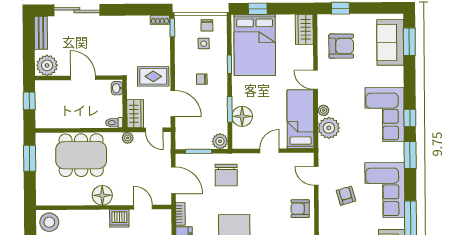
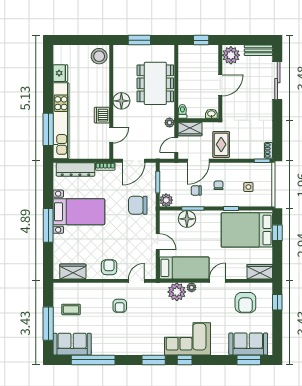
chair: (207, 25) -> (196, 190), moved
window: (30, 158) -> (139, 40), moved
corner sofa: (385, 190) -> (124, 339), removed
armchair: (346, 196) -> (120, 306), turned 106

